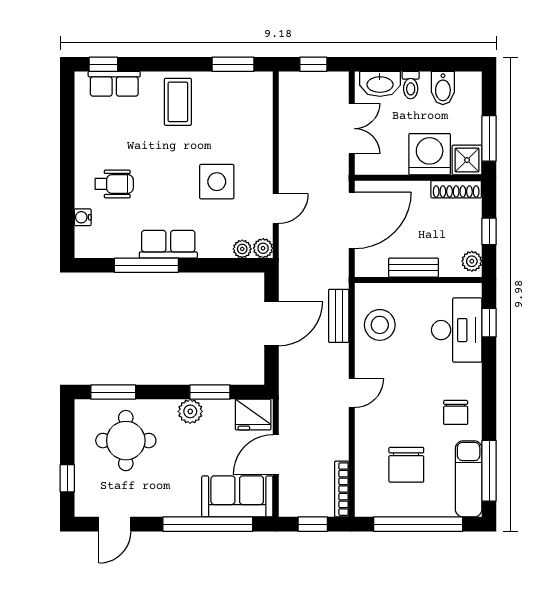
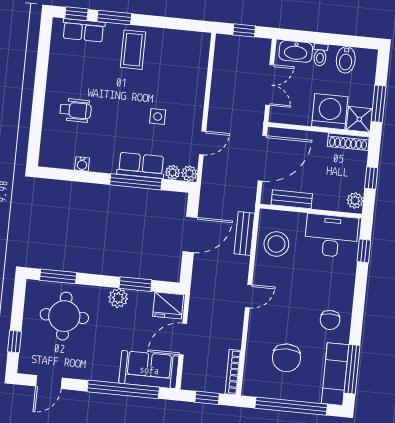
window: (233, 64) -> (114, 17), moved
side table: (217, 182) -> (158, 117), width x0.54, depth x0.54
water cooler: (83, 217) -> (82, 164), moved, turned -90
row of seats: (168, 244) -> (141, 165), moved
window: (146, 265) -> (136, 182), moved
bench: (413, 268) -> (292, 199), moved
desk: (457, 330) -> (331, 236), moved, turned -90

